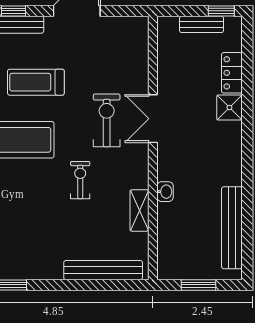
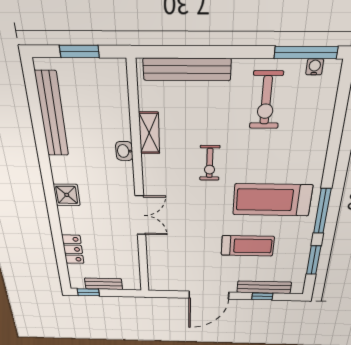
shower: (229, 108) -> (67, 195), moved
exercise bike: (107, 120) -> (266, 100), moved

